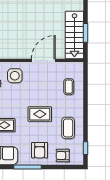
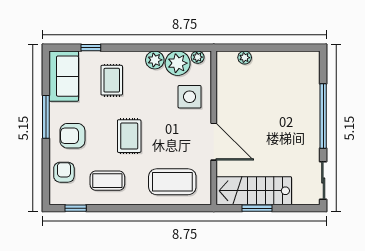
coffee table: (69, 87) -> (172, 182), width x1.86, depth x1.72

